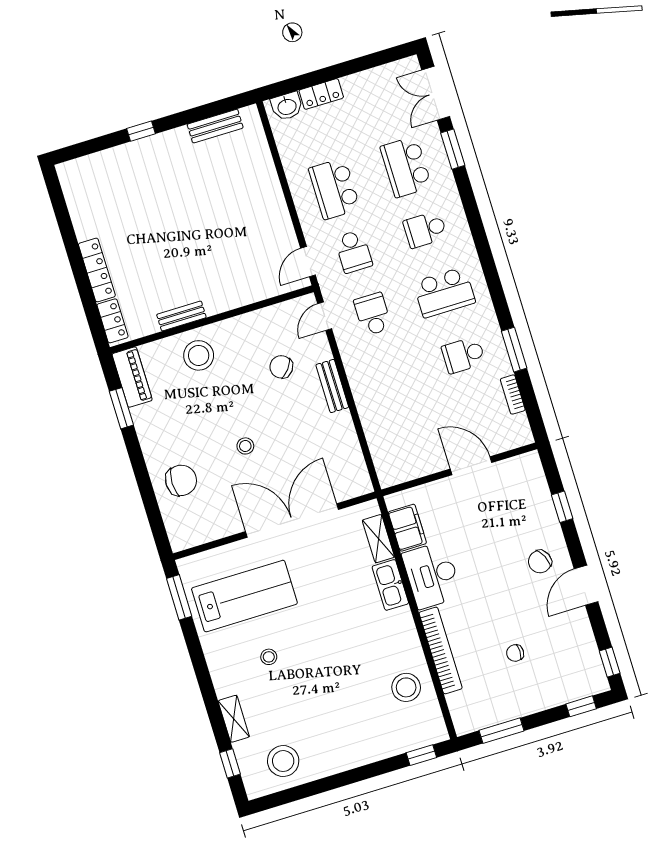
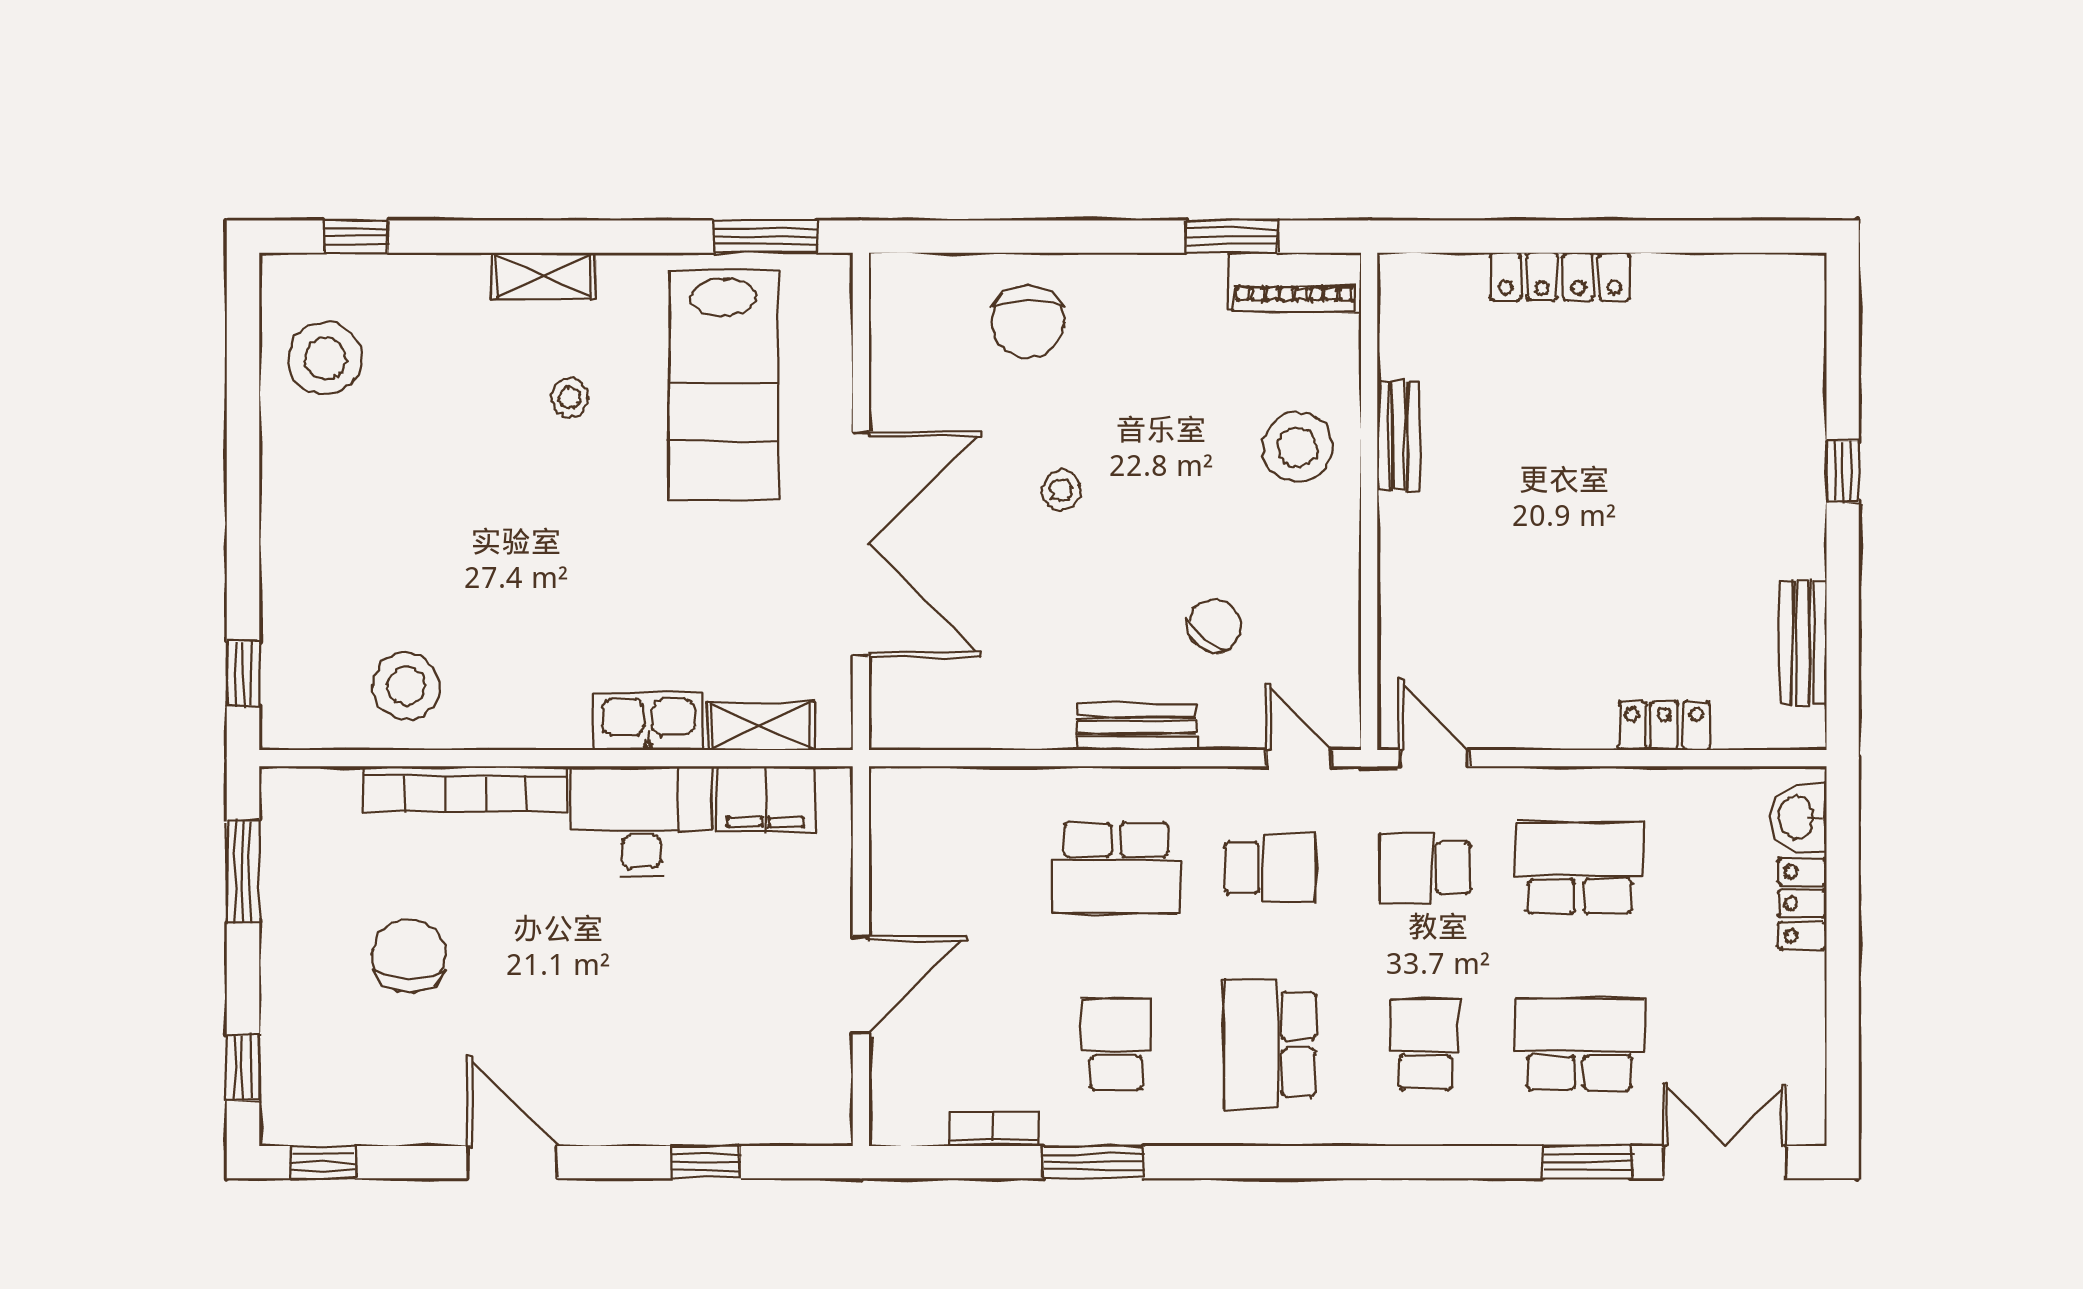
locker: (113, 321) -> (1664, 726), moved, turned 180
school desk: (392, 377) -> (1116, 868), added
chair: (540, 562) -> (598, 1074), removed
chair: (515, 653) -> (409, 955), width x1.87, depth x1.87
shelving: (234, 719) -> (544, 276), moved

